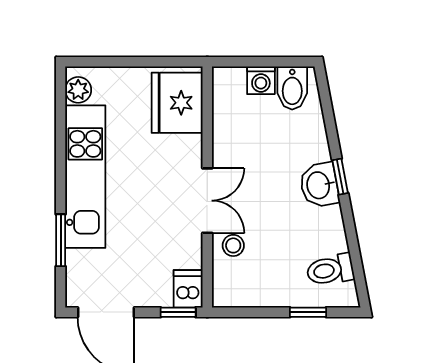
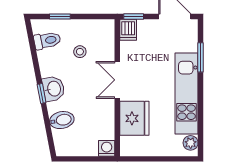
washing machine: (261, 80) -> (107, 148), moved
bidet: (292, 88) -> (62, 120), moved, turned 79
fridge: (177, 103) -> (134, 118), moved
stool: (233, 245) -> (80, 52), moved

